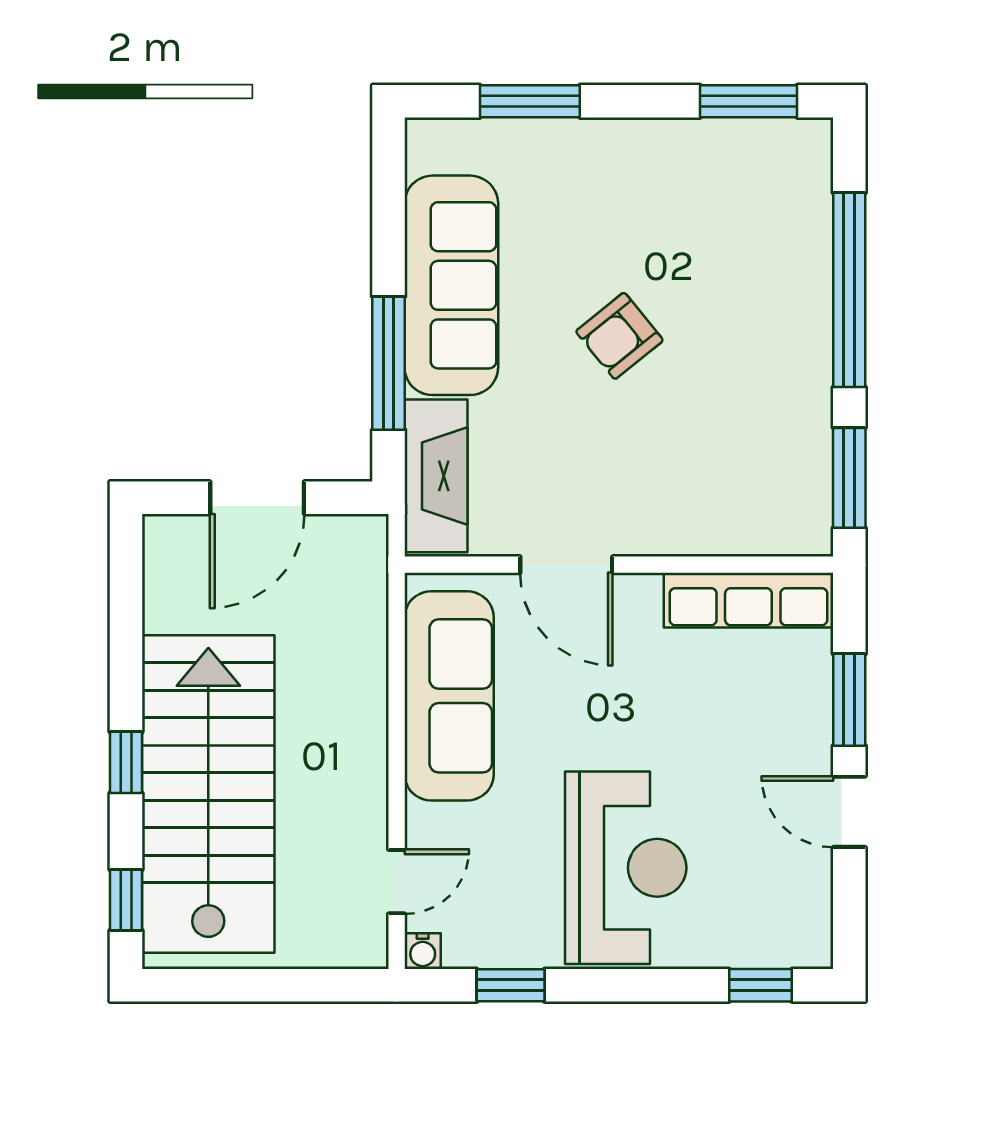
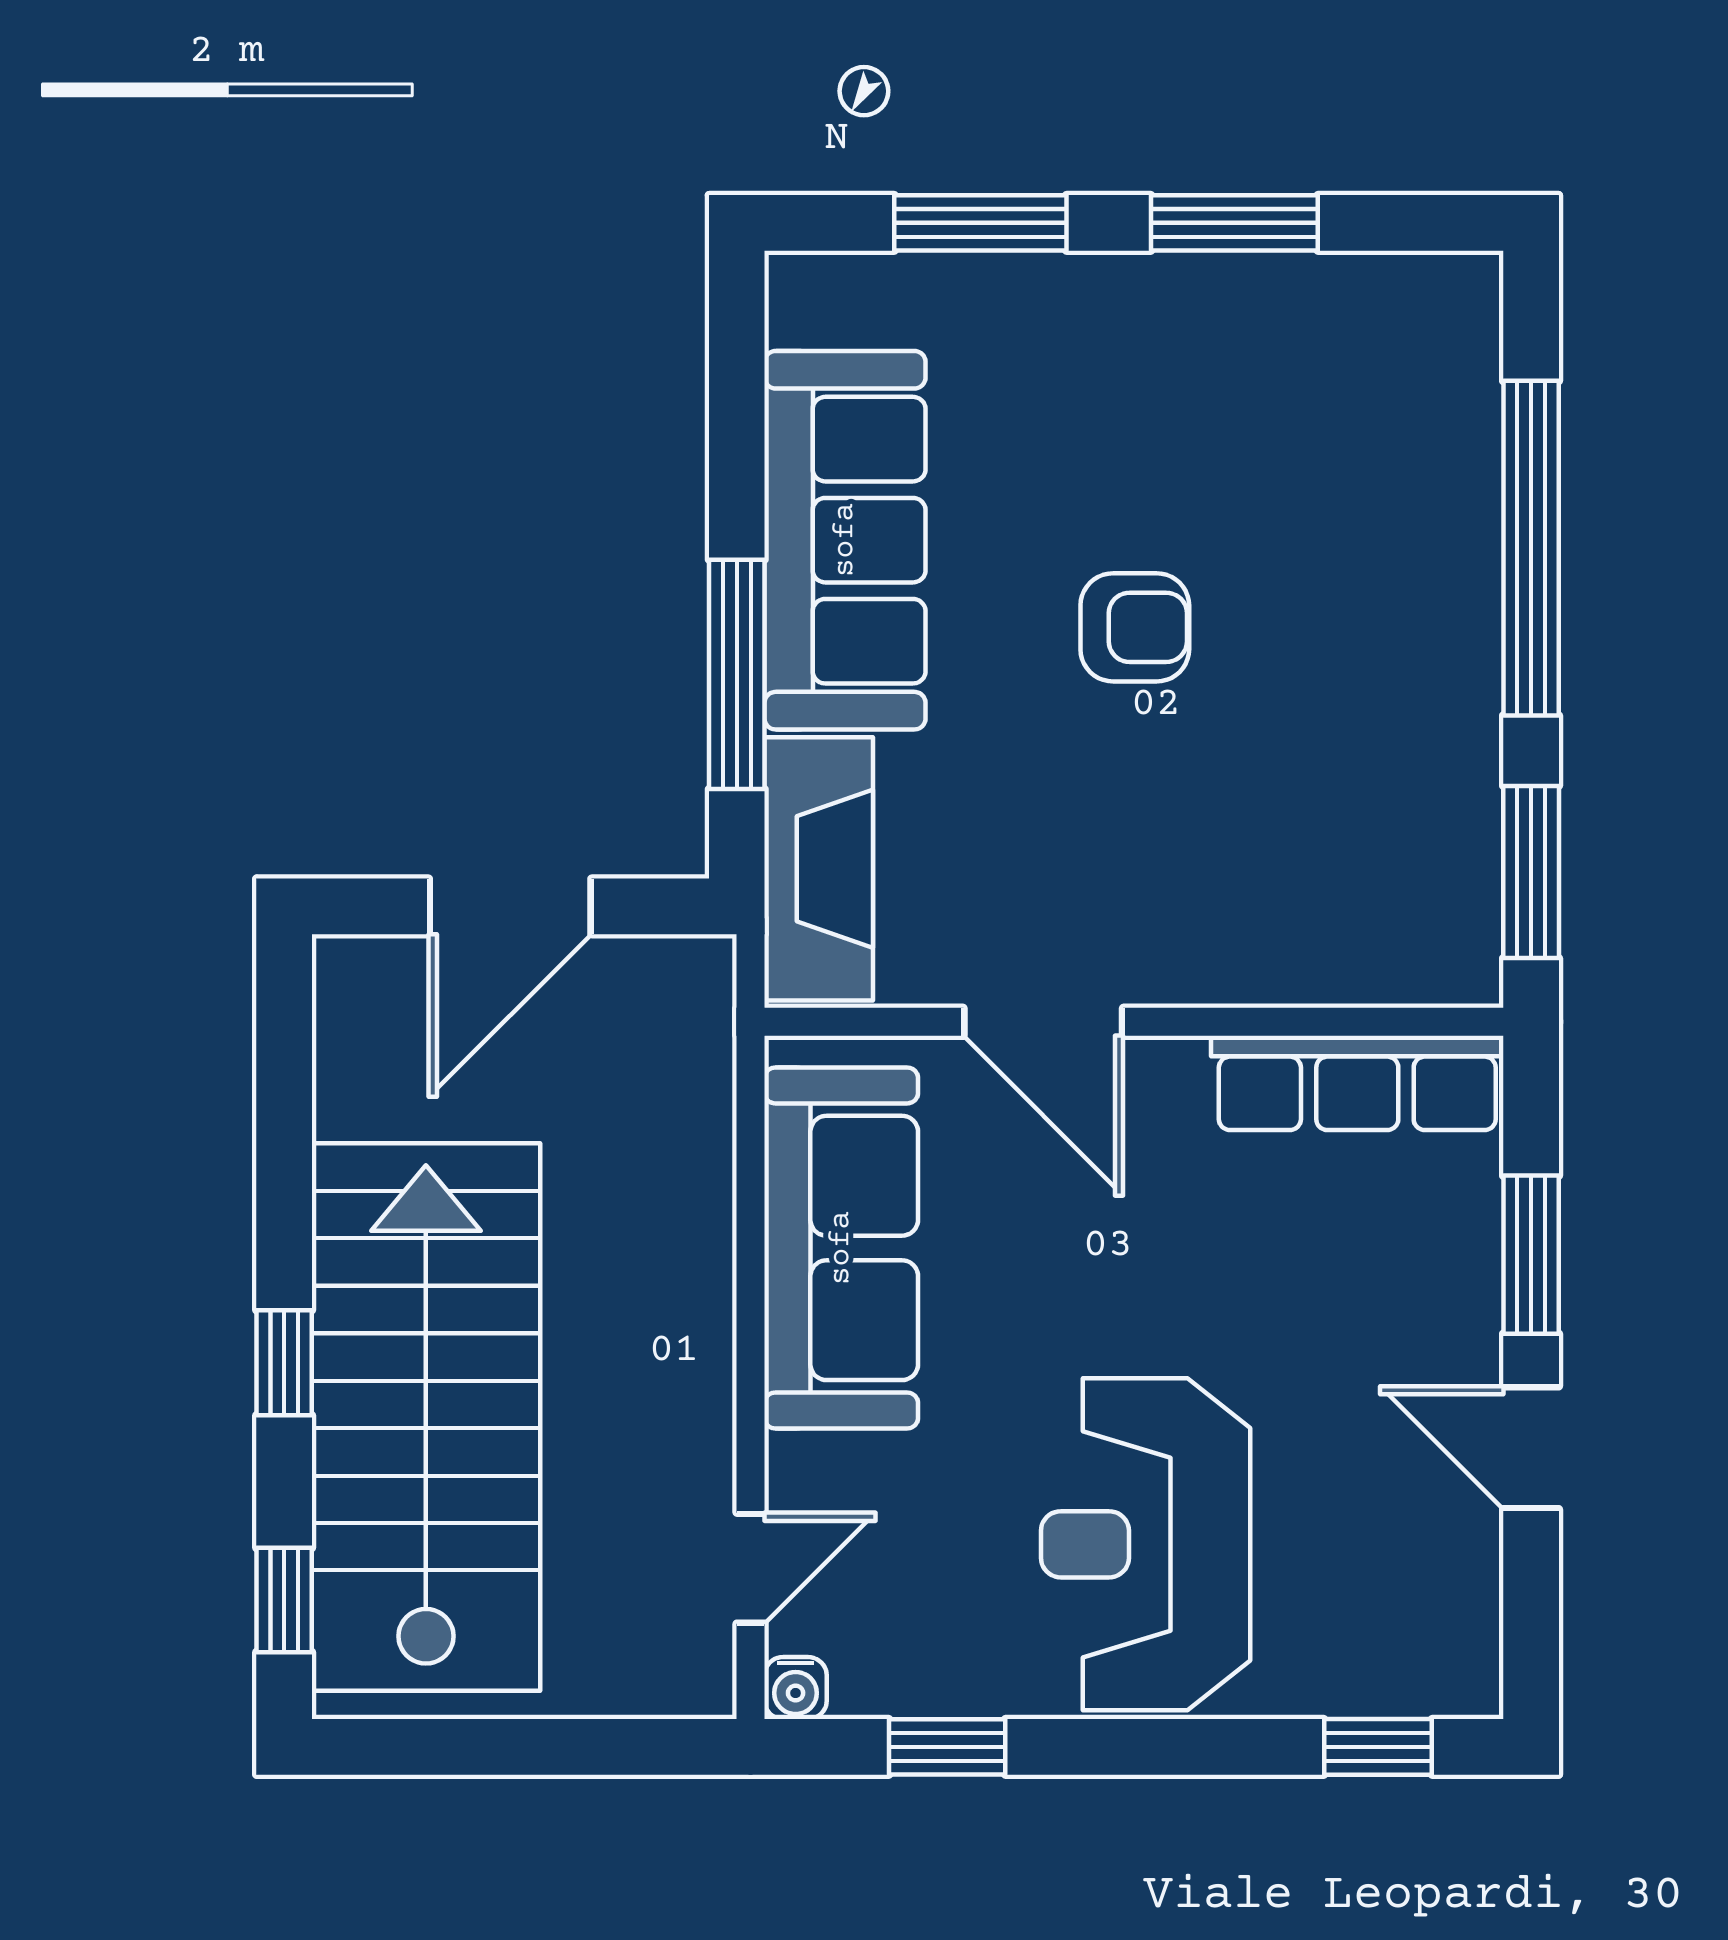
window: (749, 101) -> (1234, 223), moved
armchair: (619, 336) -> (1135, 627), turned -141
reception desk: (626, 868) -> (1146, 1544), turned 180

